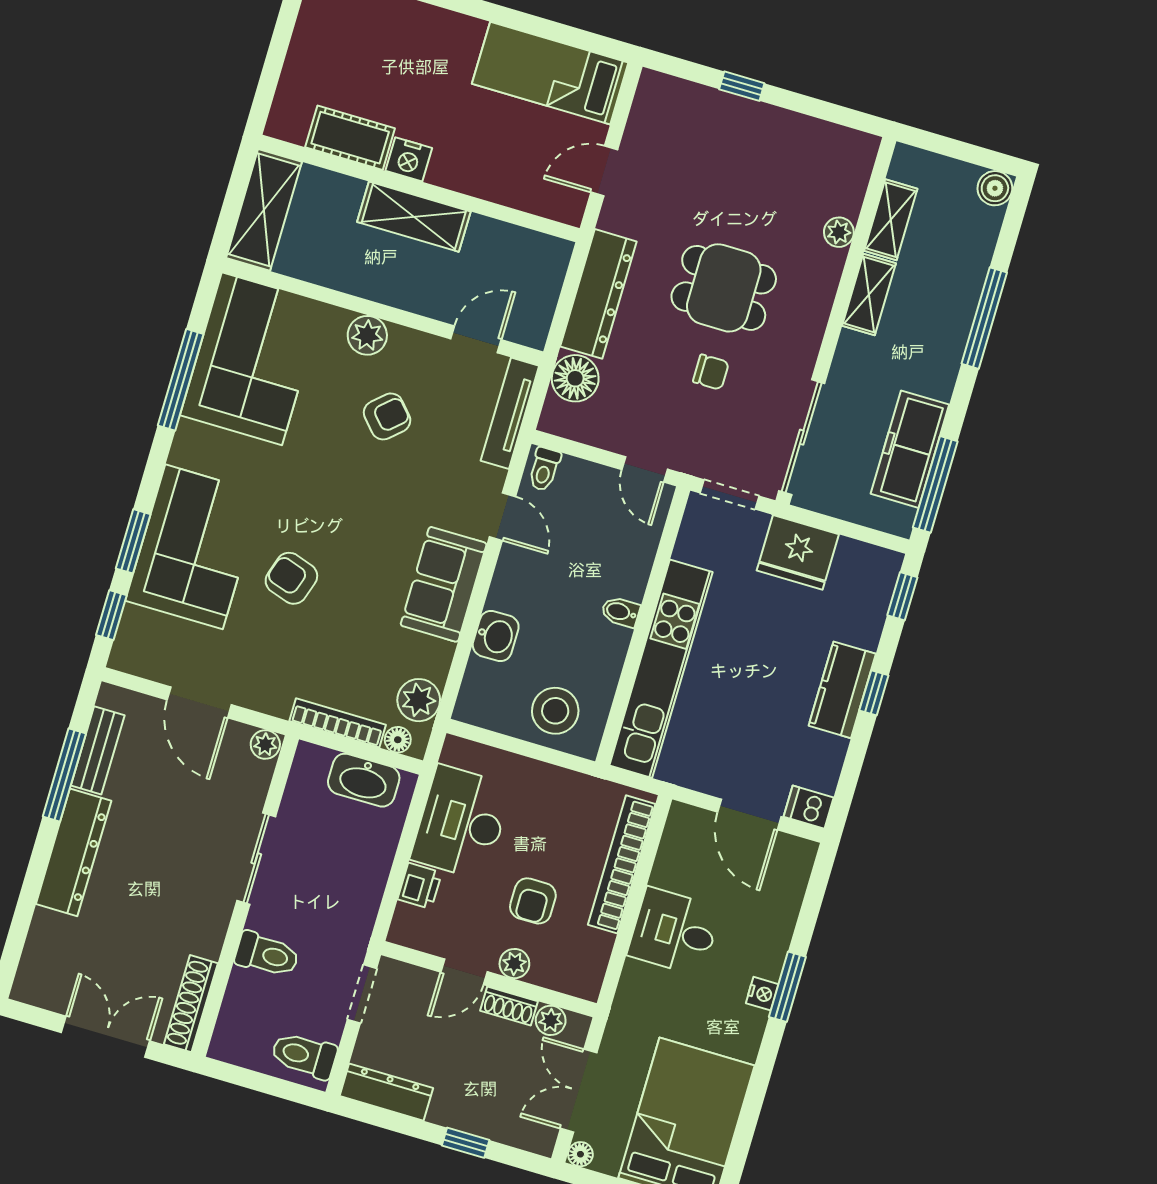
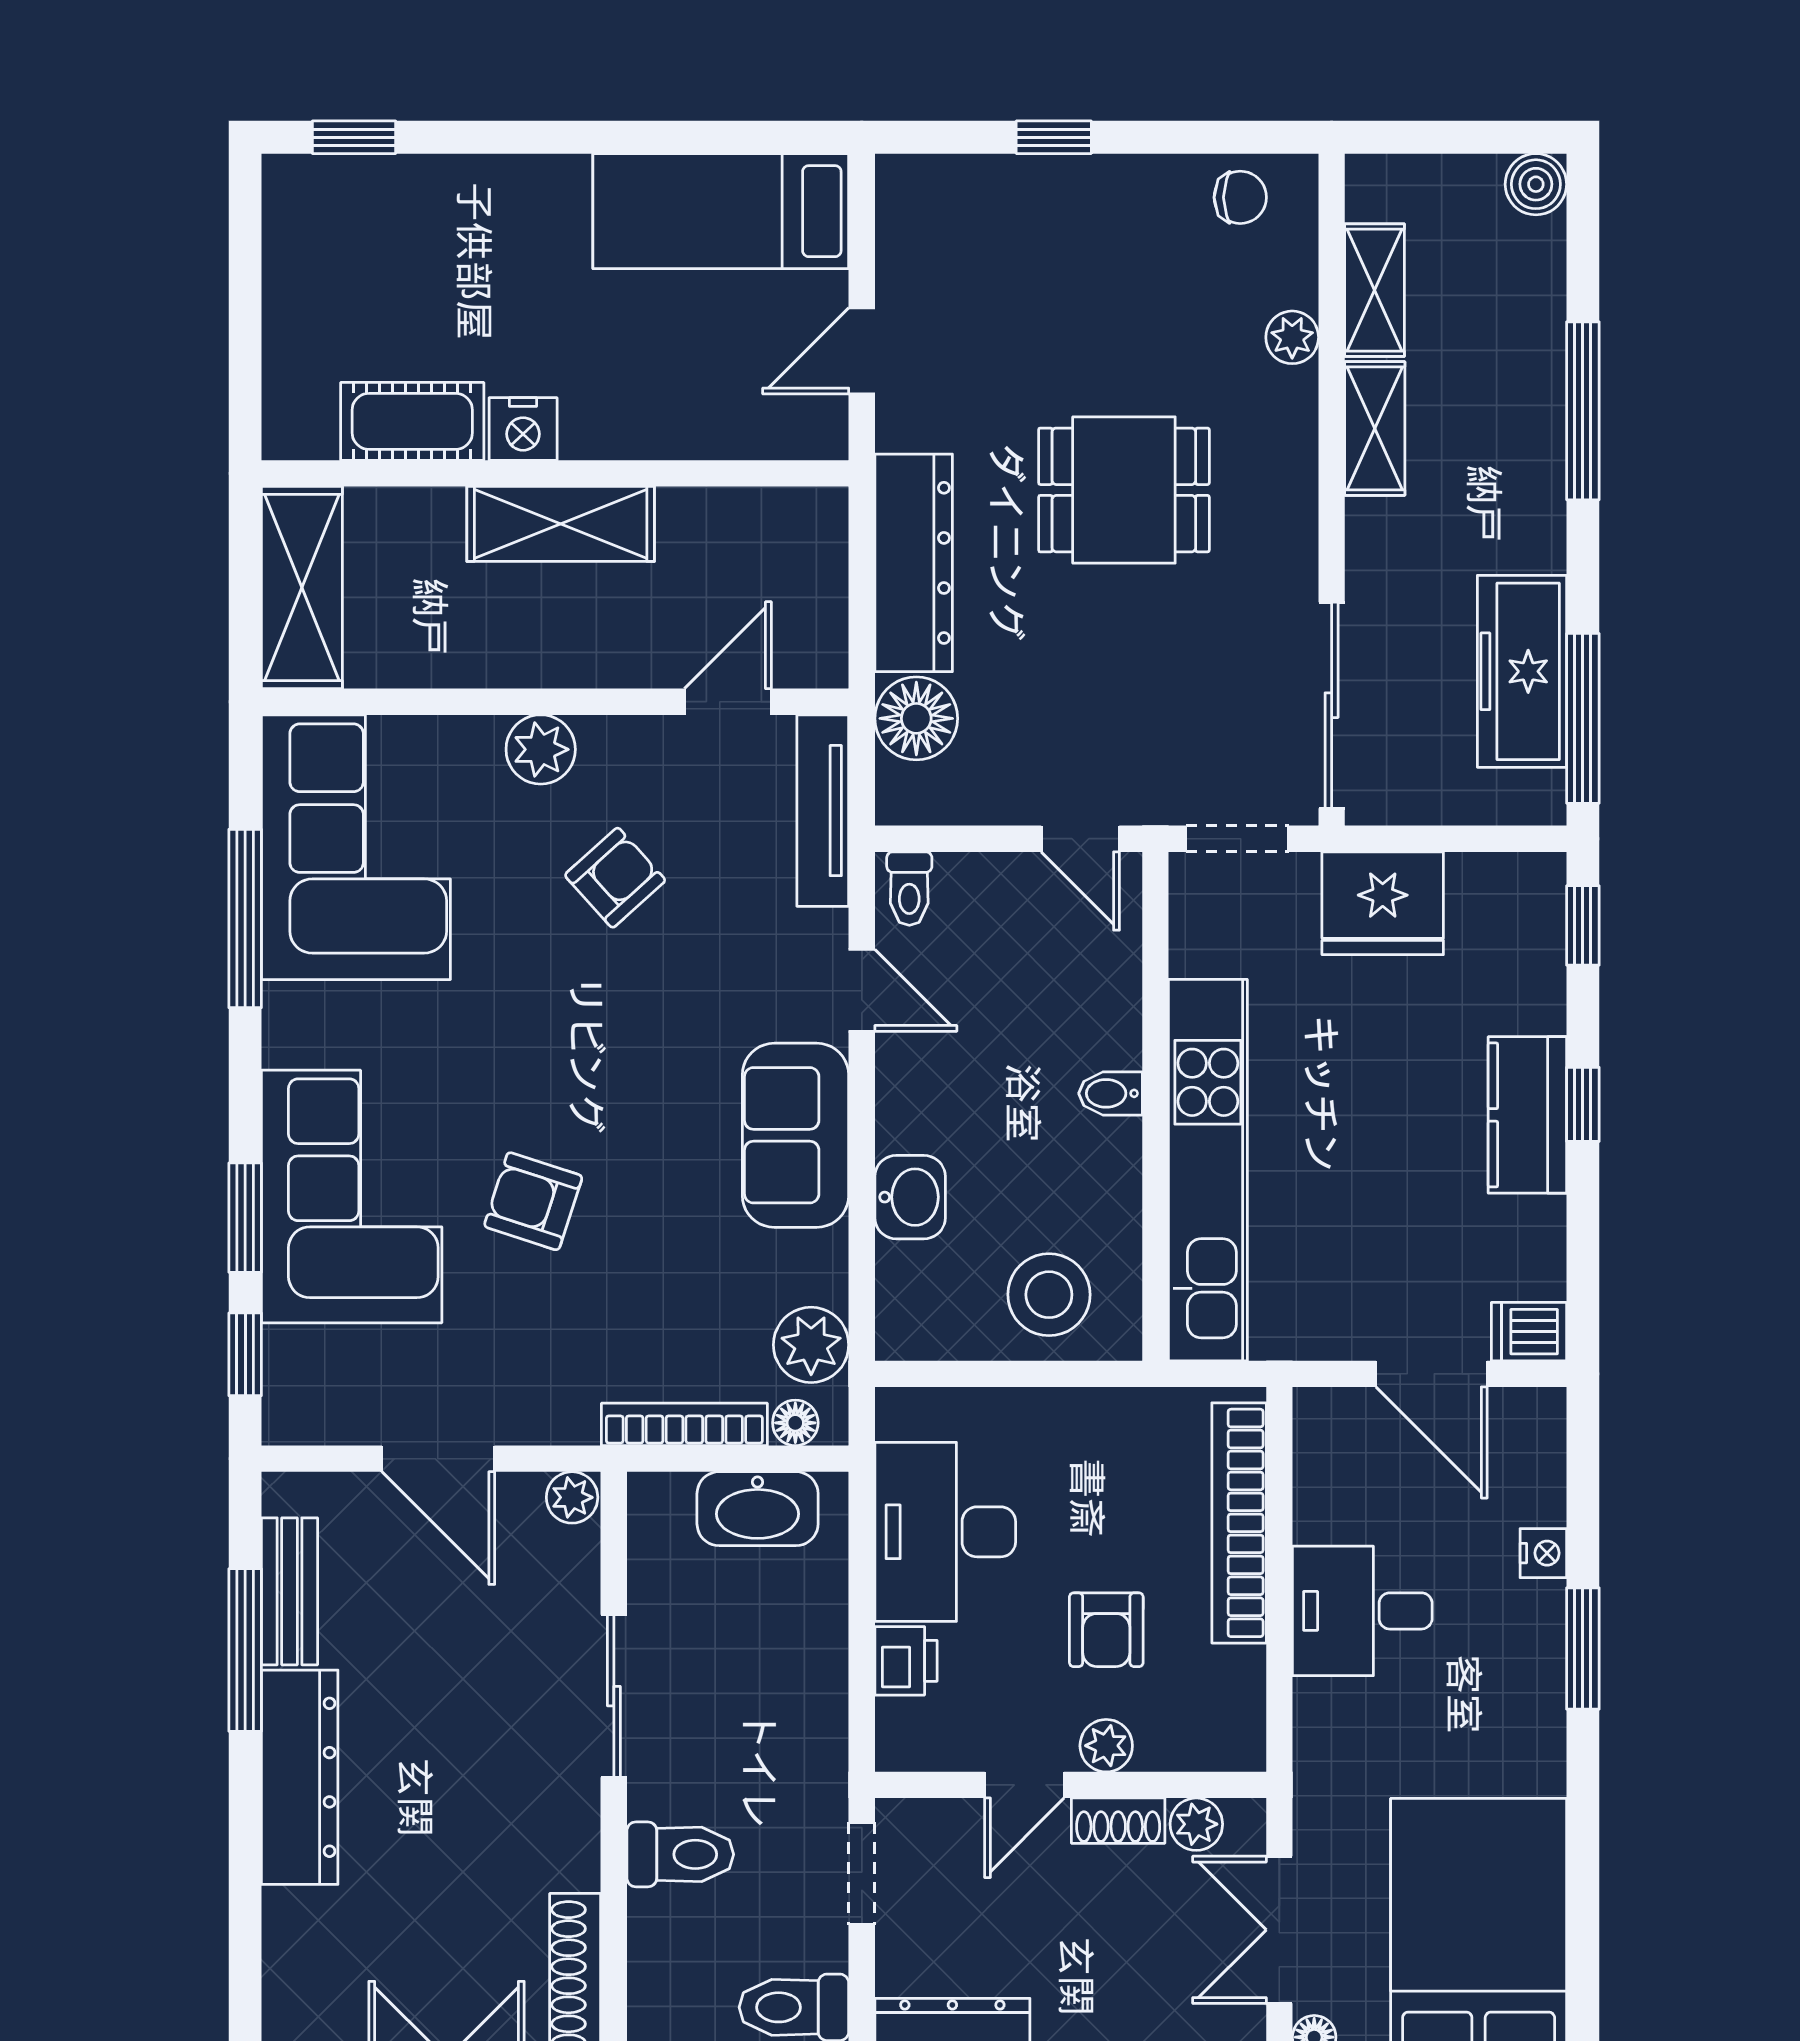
chair: (711, 372) -> (1240, 197), moved
nightstand: (762, 994) -> (1543, 1553), moved

